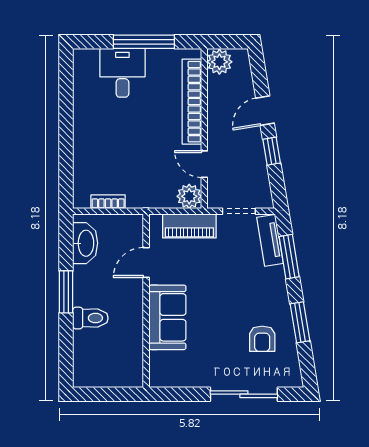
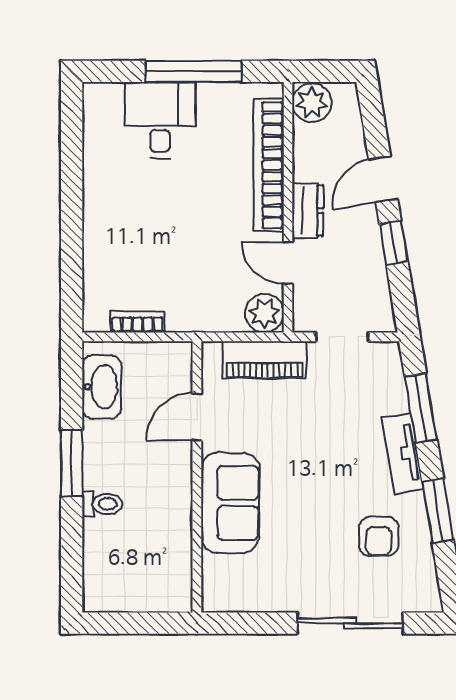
dresser: (217, 131) -> (308, 211), added
tv unit: (270, 240) -> (403, 453), moved
toilet: (90, 318) -> (102, 504), width x0.73, depth x0.72

